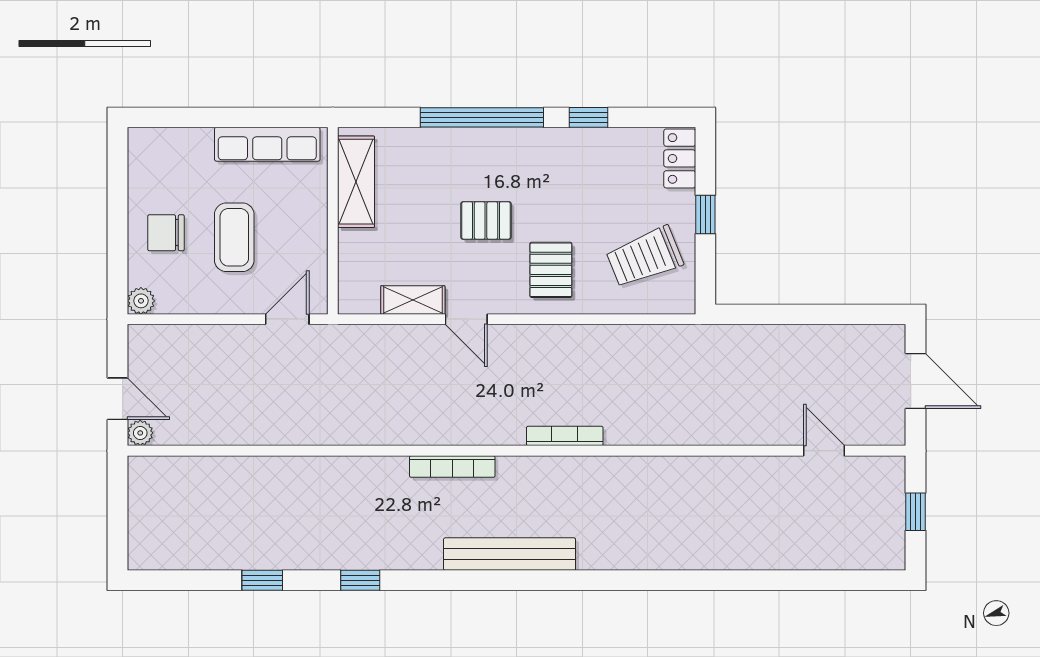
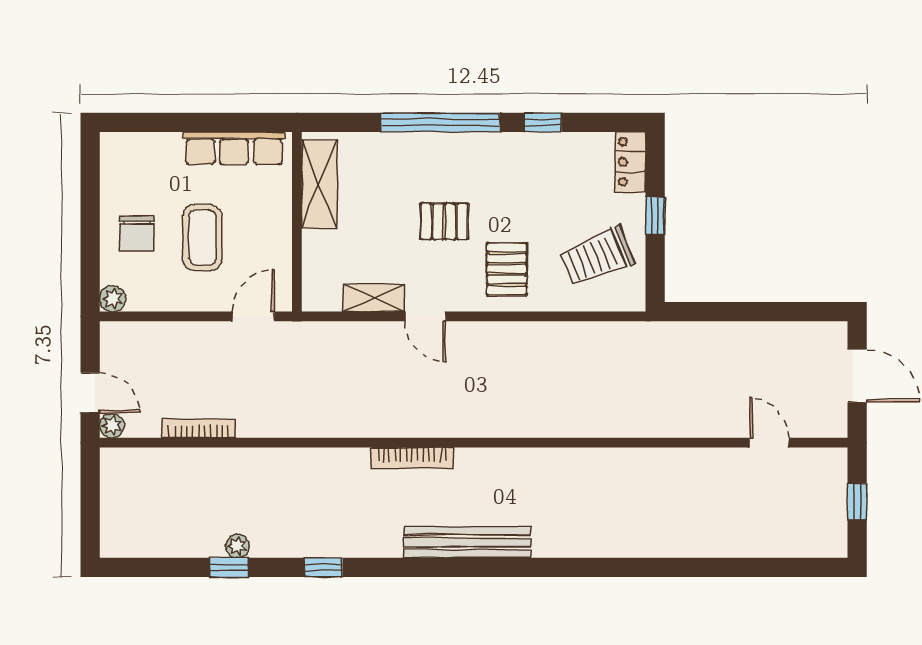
chair: (166, 233) -> (137, 233), turned -90
bookcase: (565, 436) -> (199, 429), moved
plant: (271, 558) -> (237, 546), added

